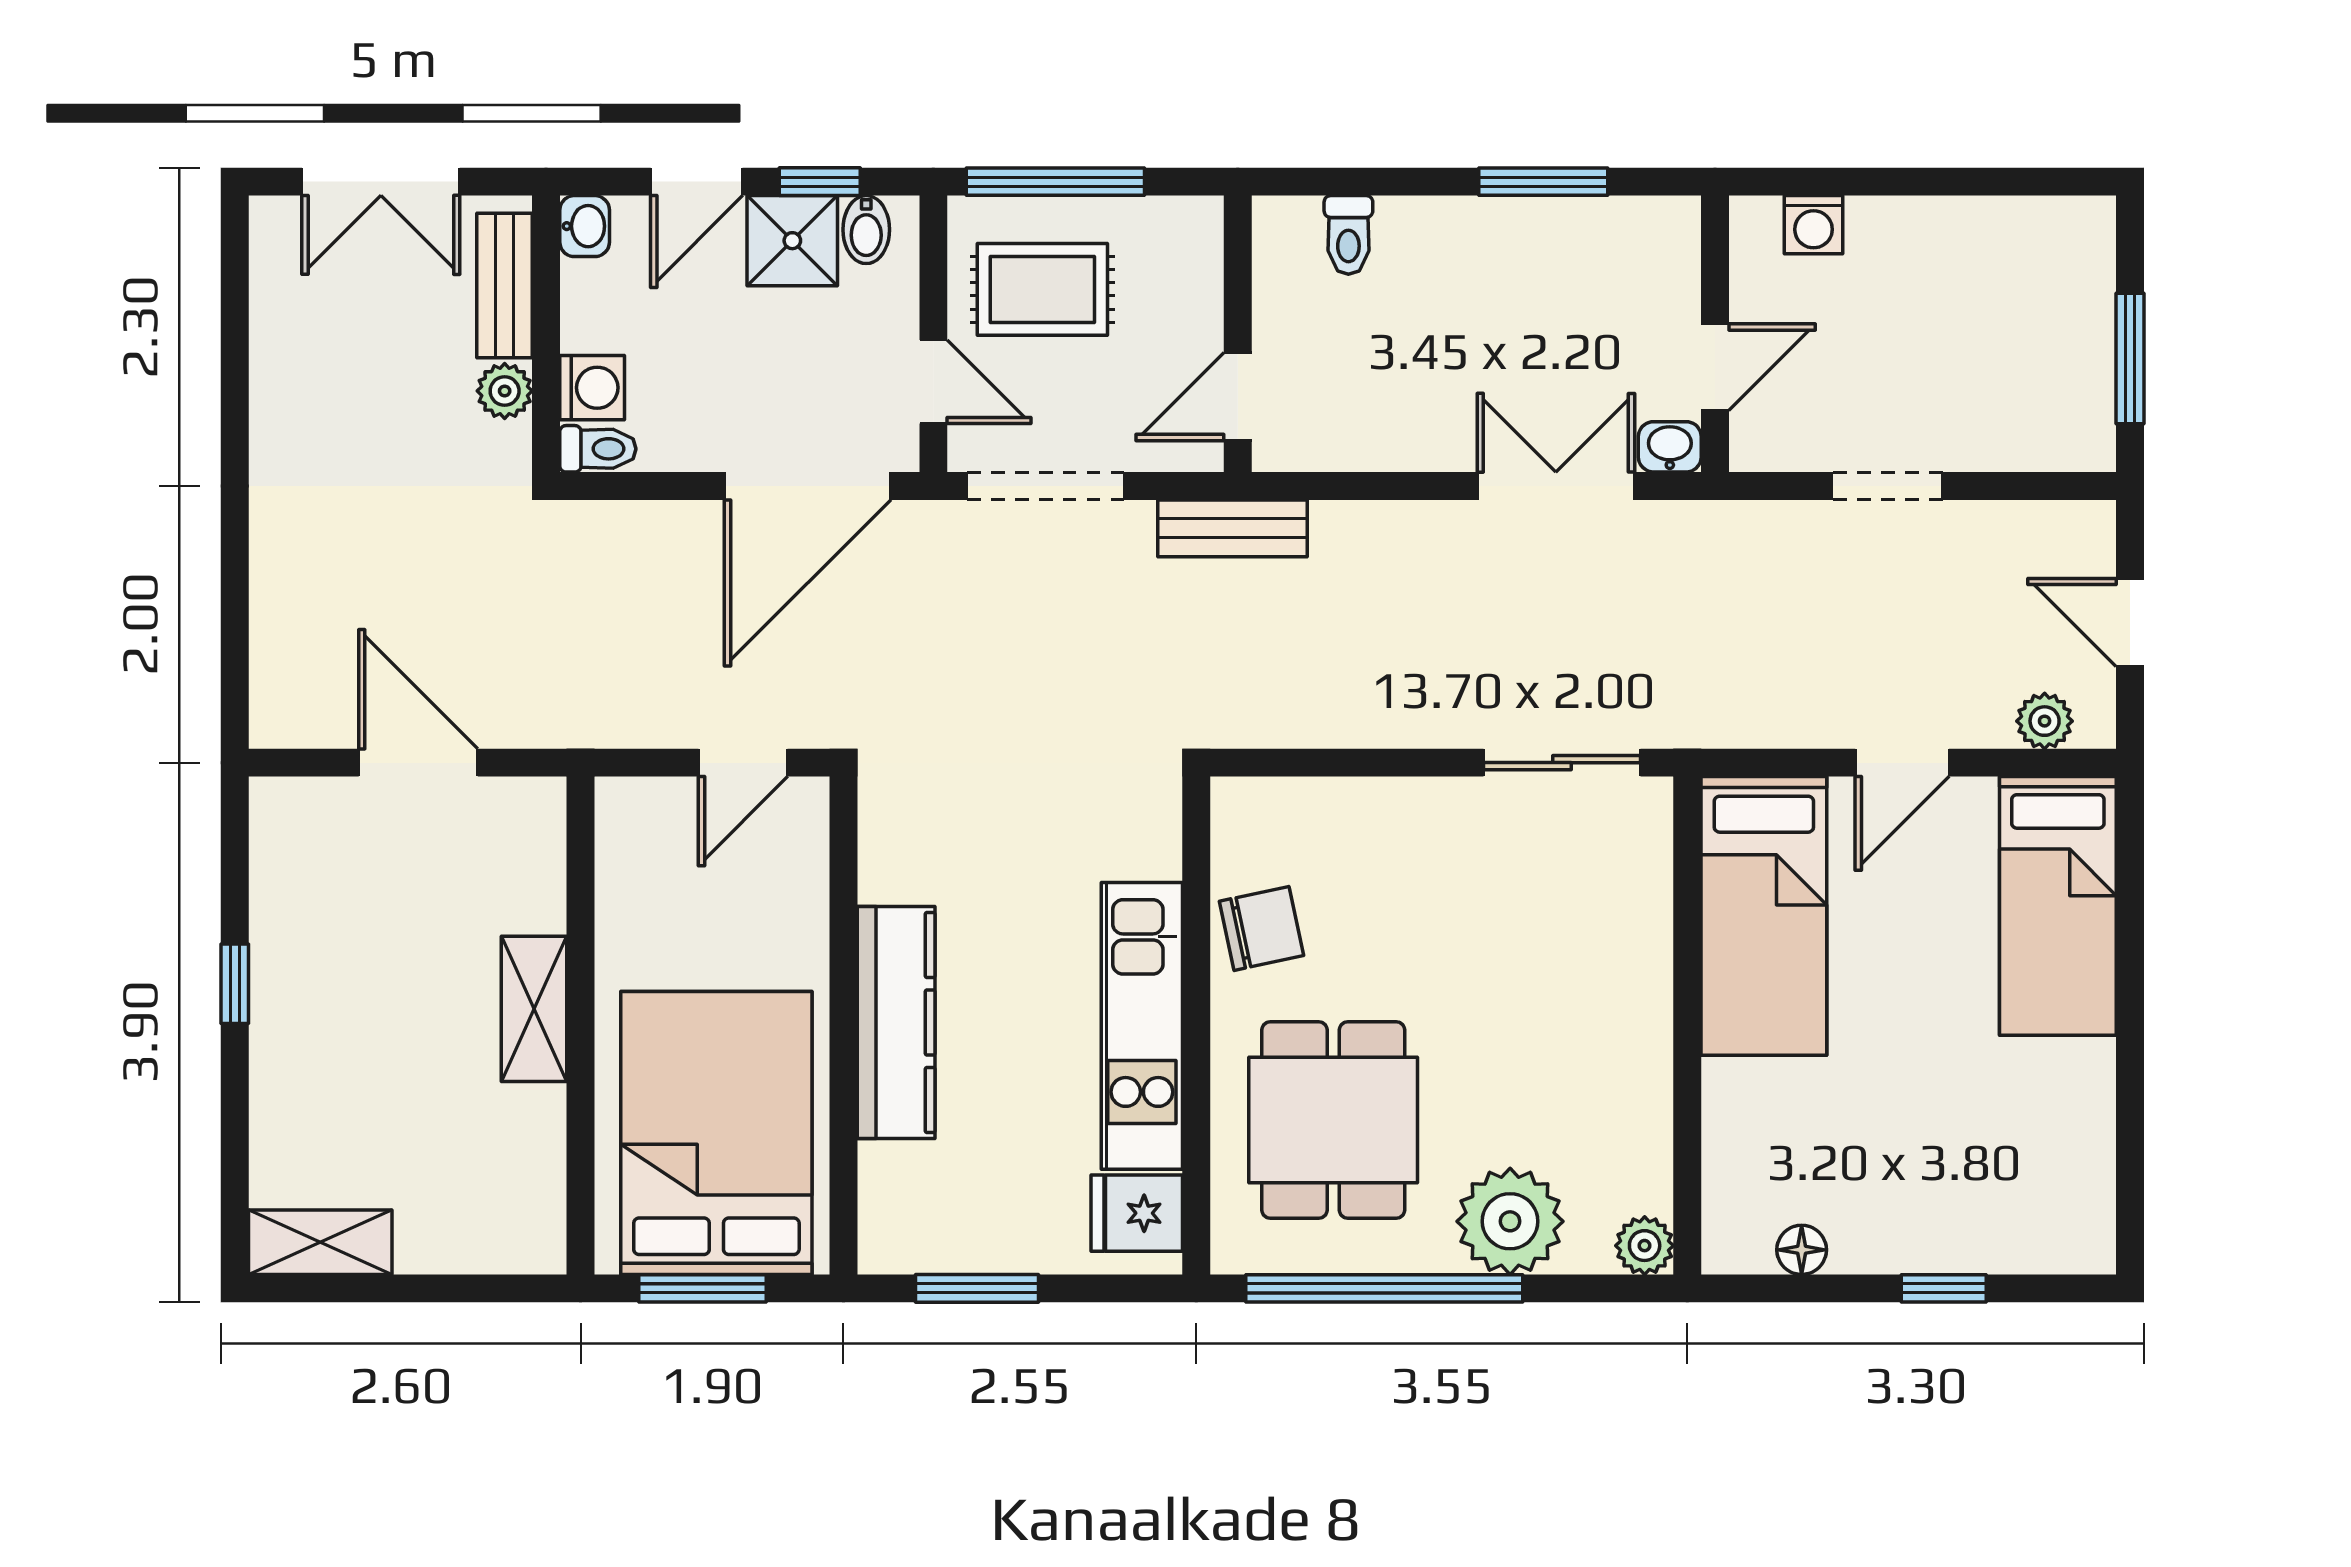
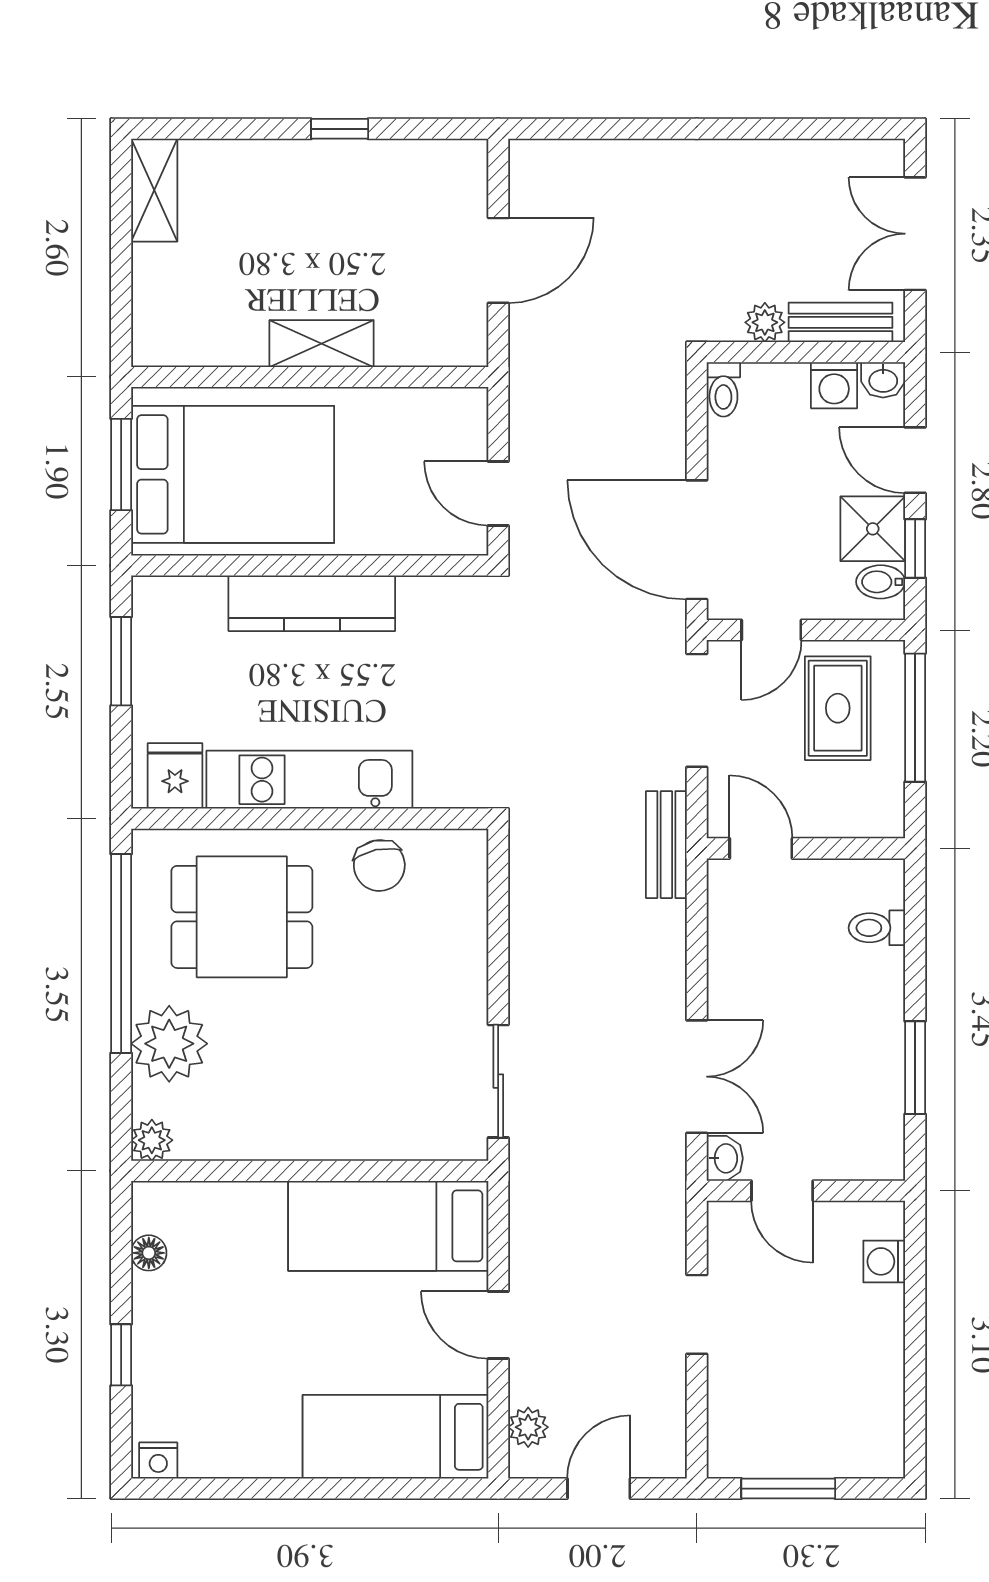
washing machine: (592, 388) -> (834, 385), moved
nightstand: (2091, 1237) -> (158, 1461), added

